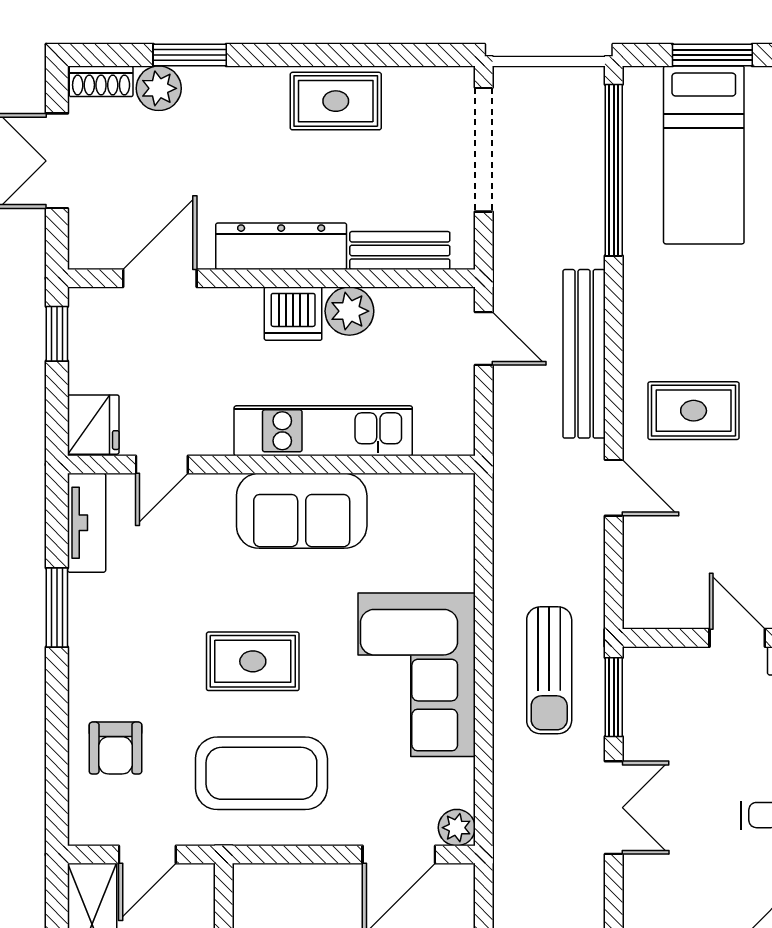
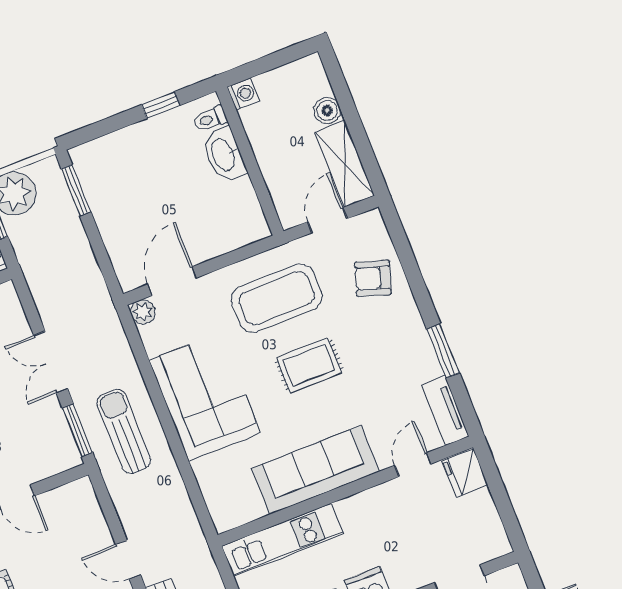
window: (57, 334) -> (509, 520), removed
kitchen unit: (323, 431) -> (283, 540), moved
sofa: (302, 511) -> (315, 470), width x1.36
armchair: (115, 748) -> (373, 278), turned -72

